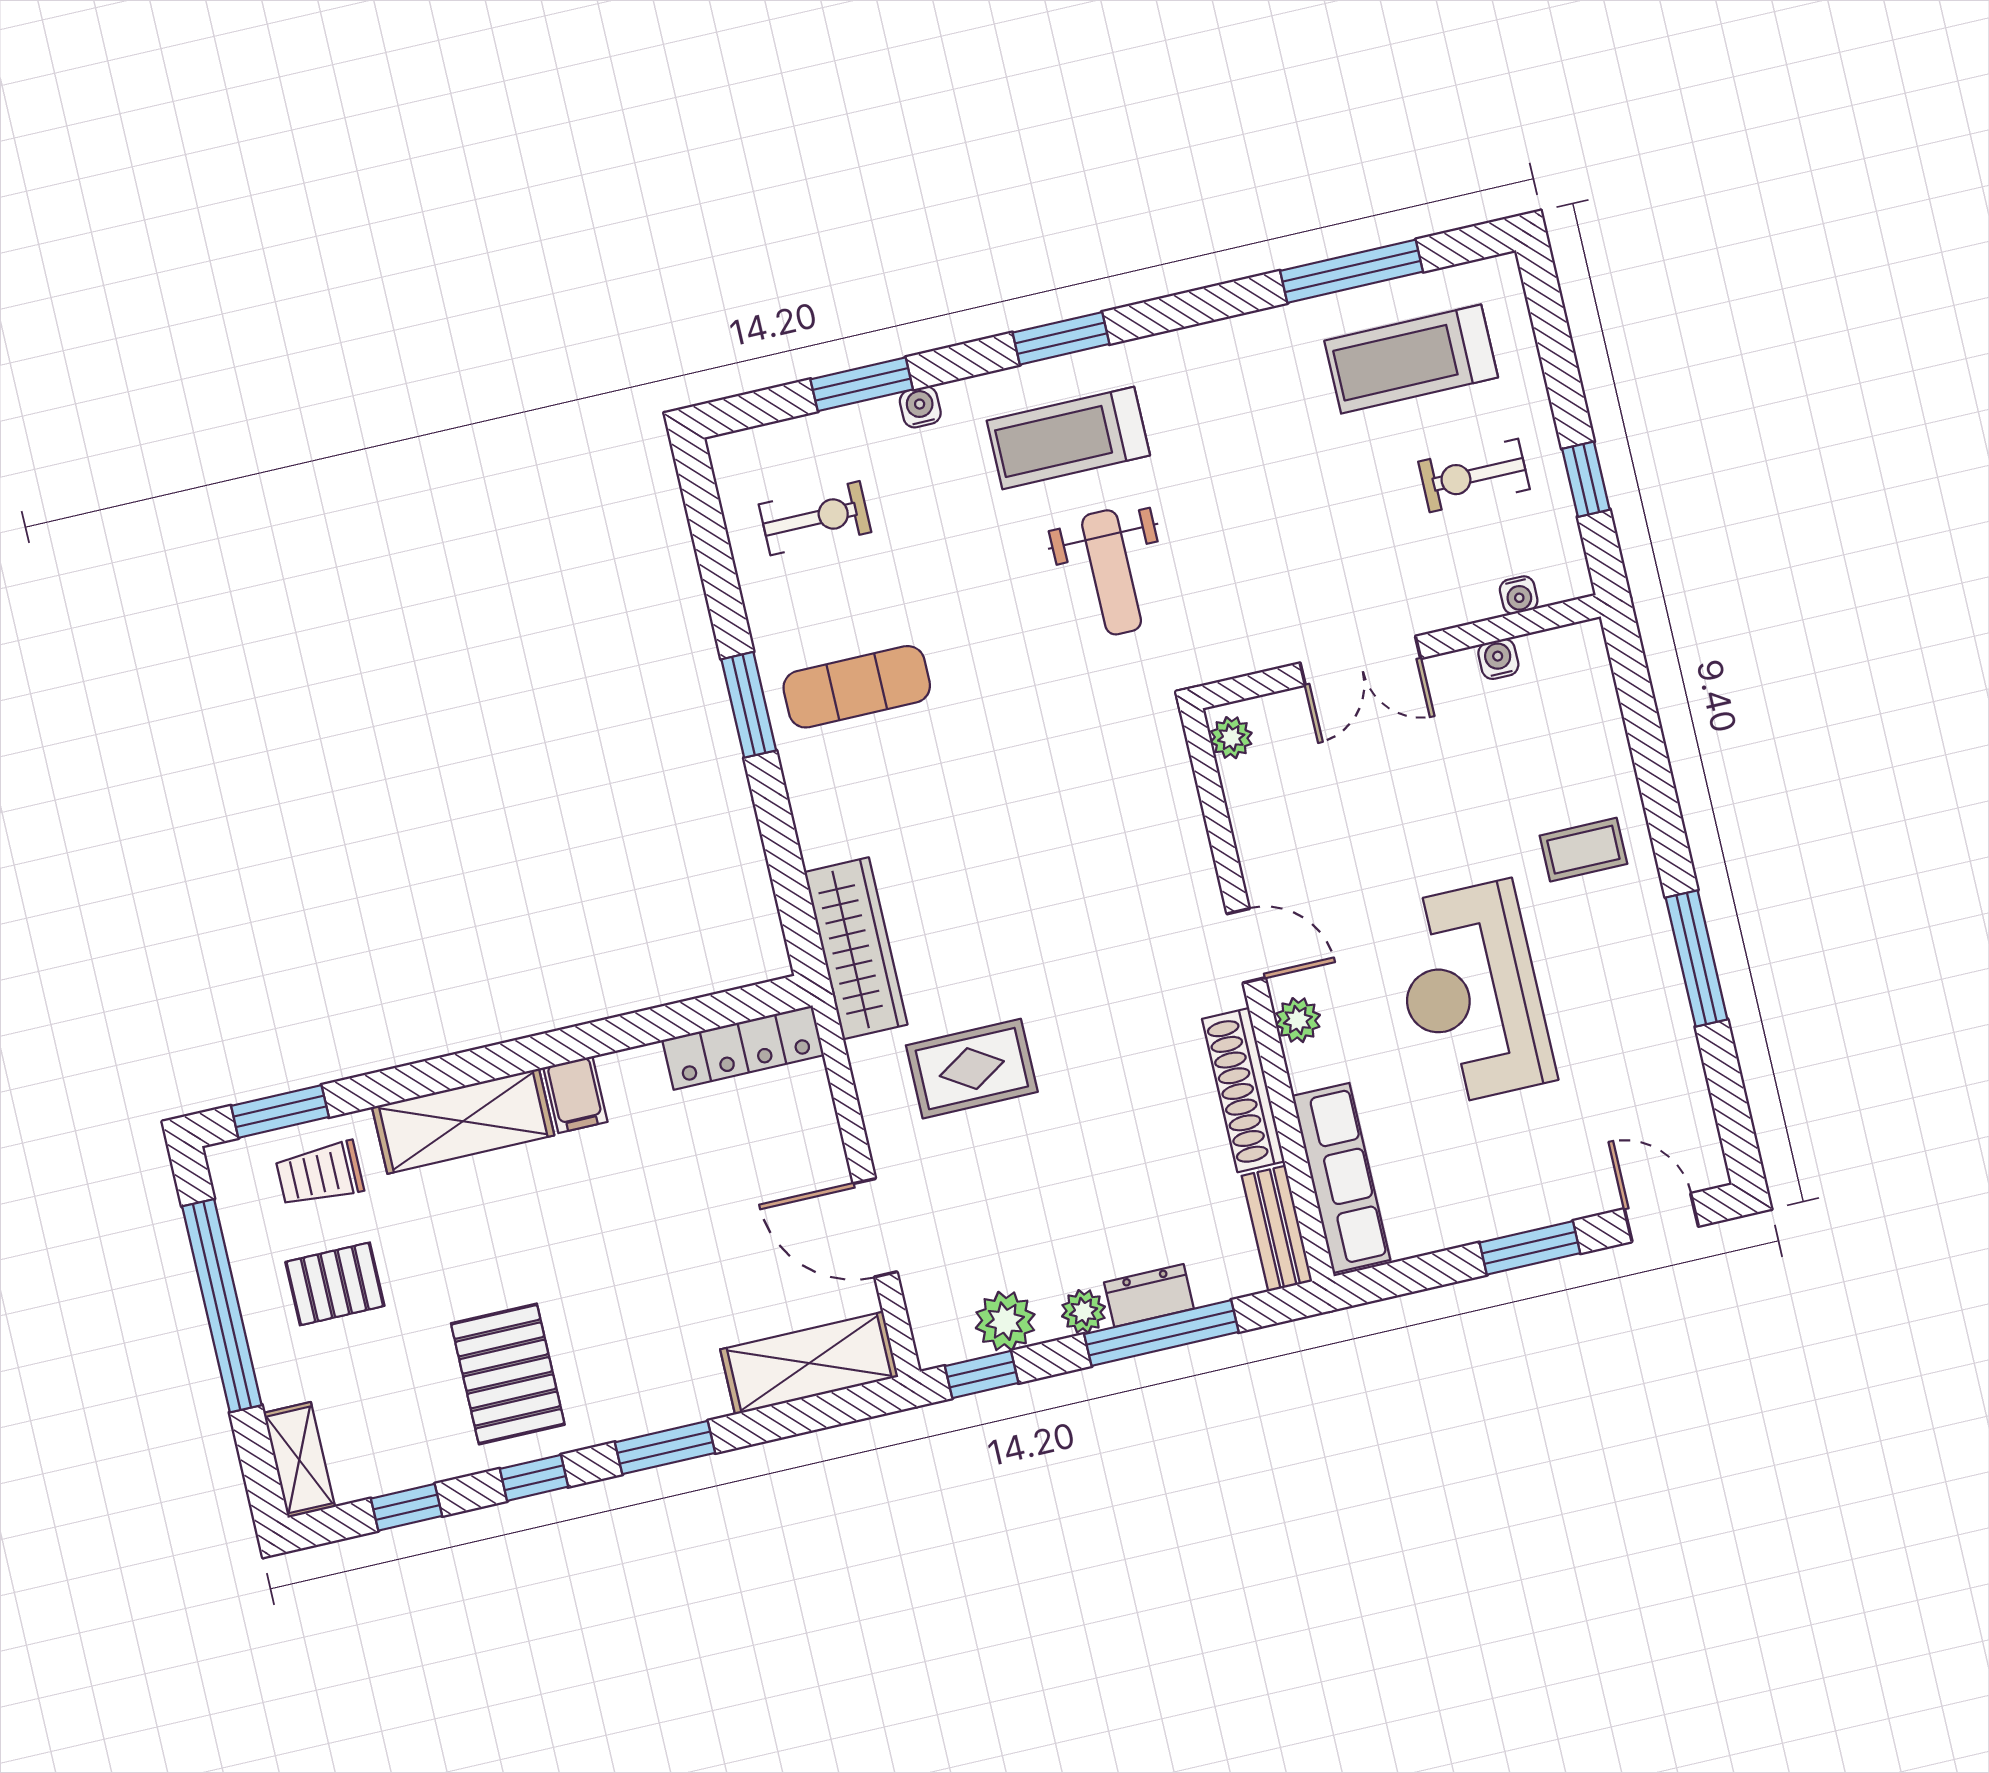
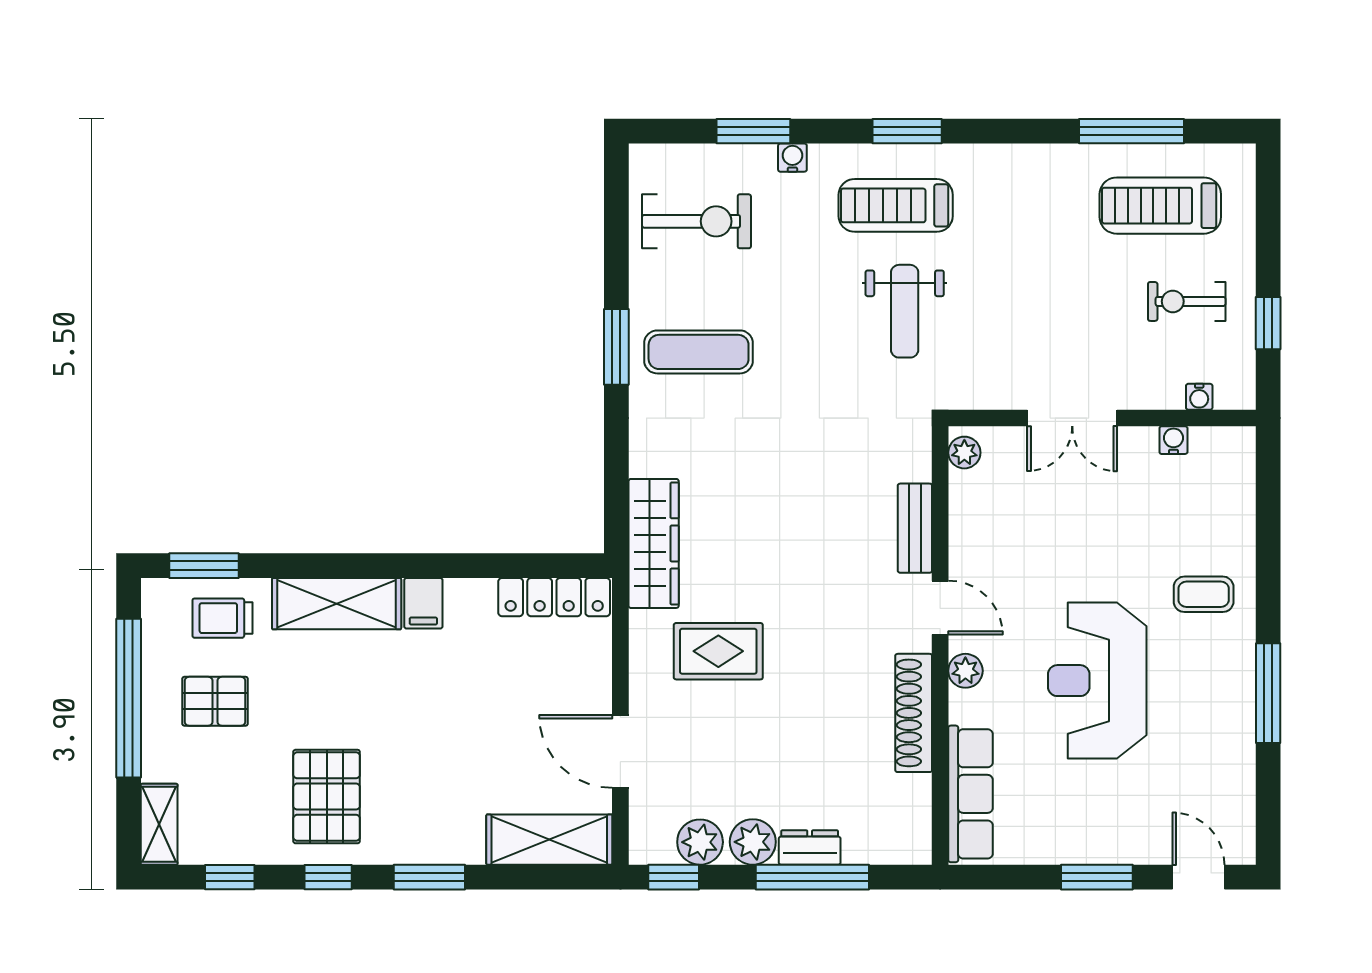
exercise bike: (815, 518) -> (697, 221), width x1.38, depth x1.39
bench: (1277, 1229) -> (915, 528), moved
plant: (1083, 1312) -> (753, 842), width x1.38, depth x1.38

